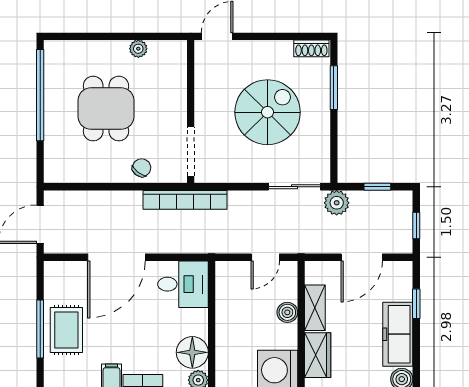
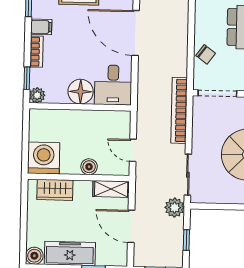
bookcase: (185, 200) -> (179, 110), moved
shelving: (315, 308) -> (111, 189), moved
floor lamp: (192, 352) -> (81, 92), moved

